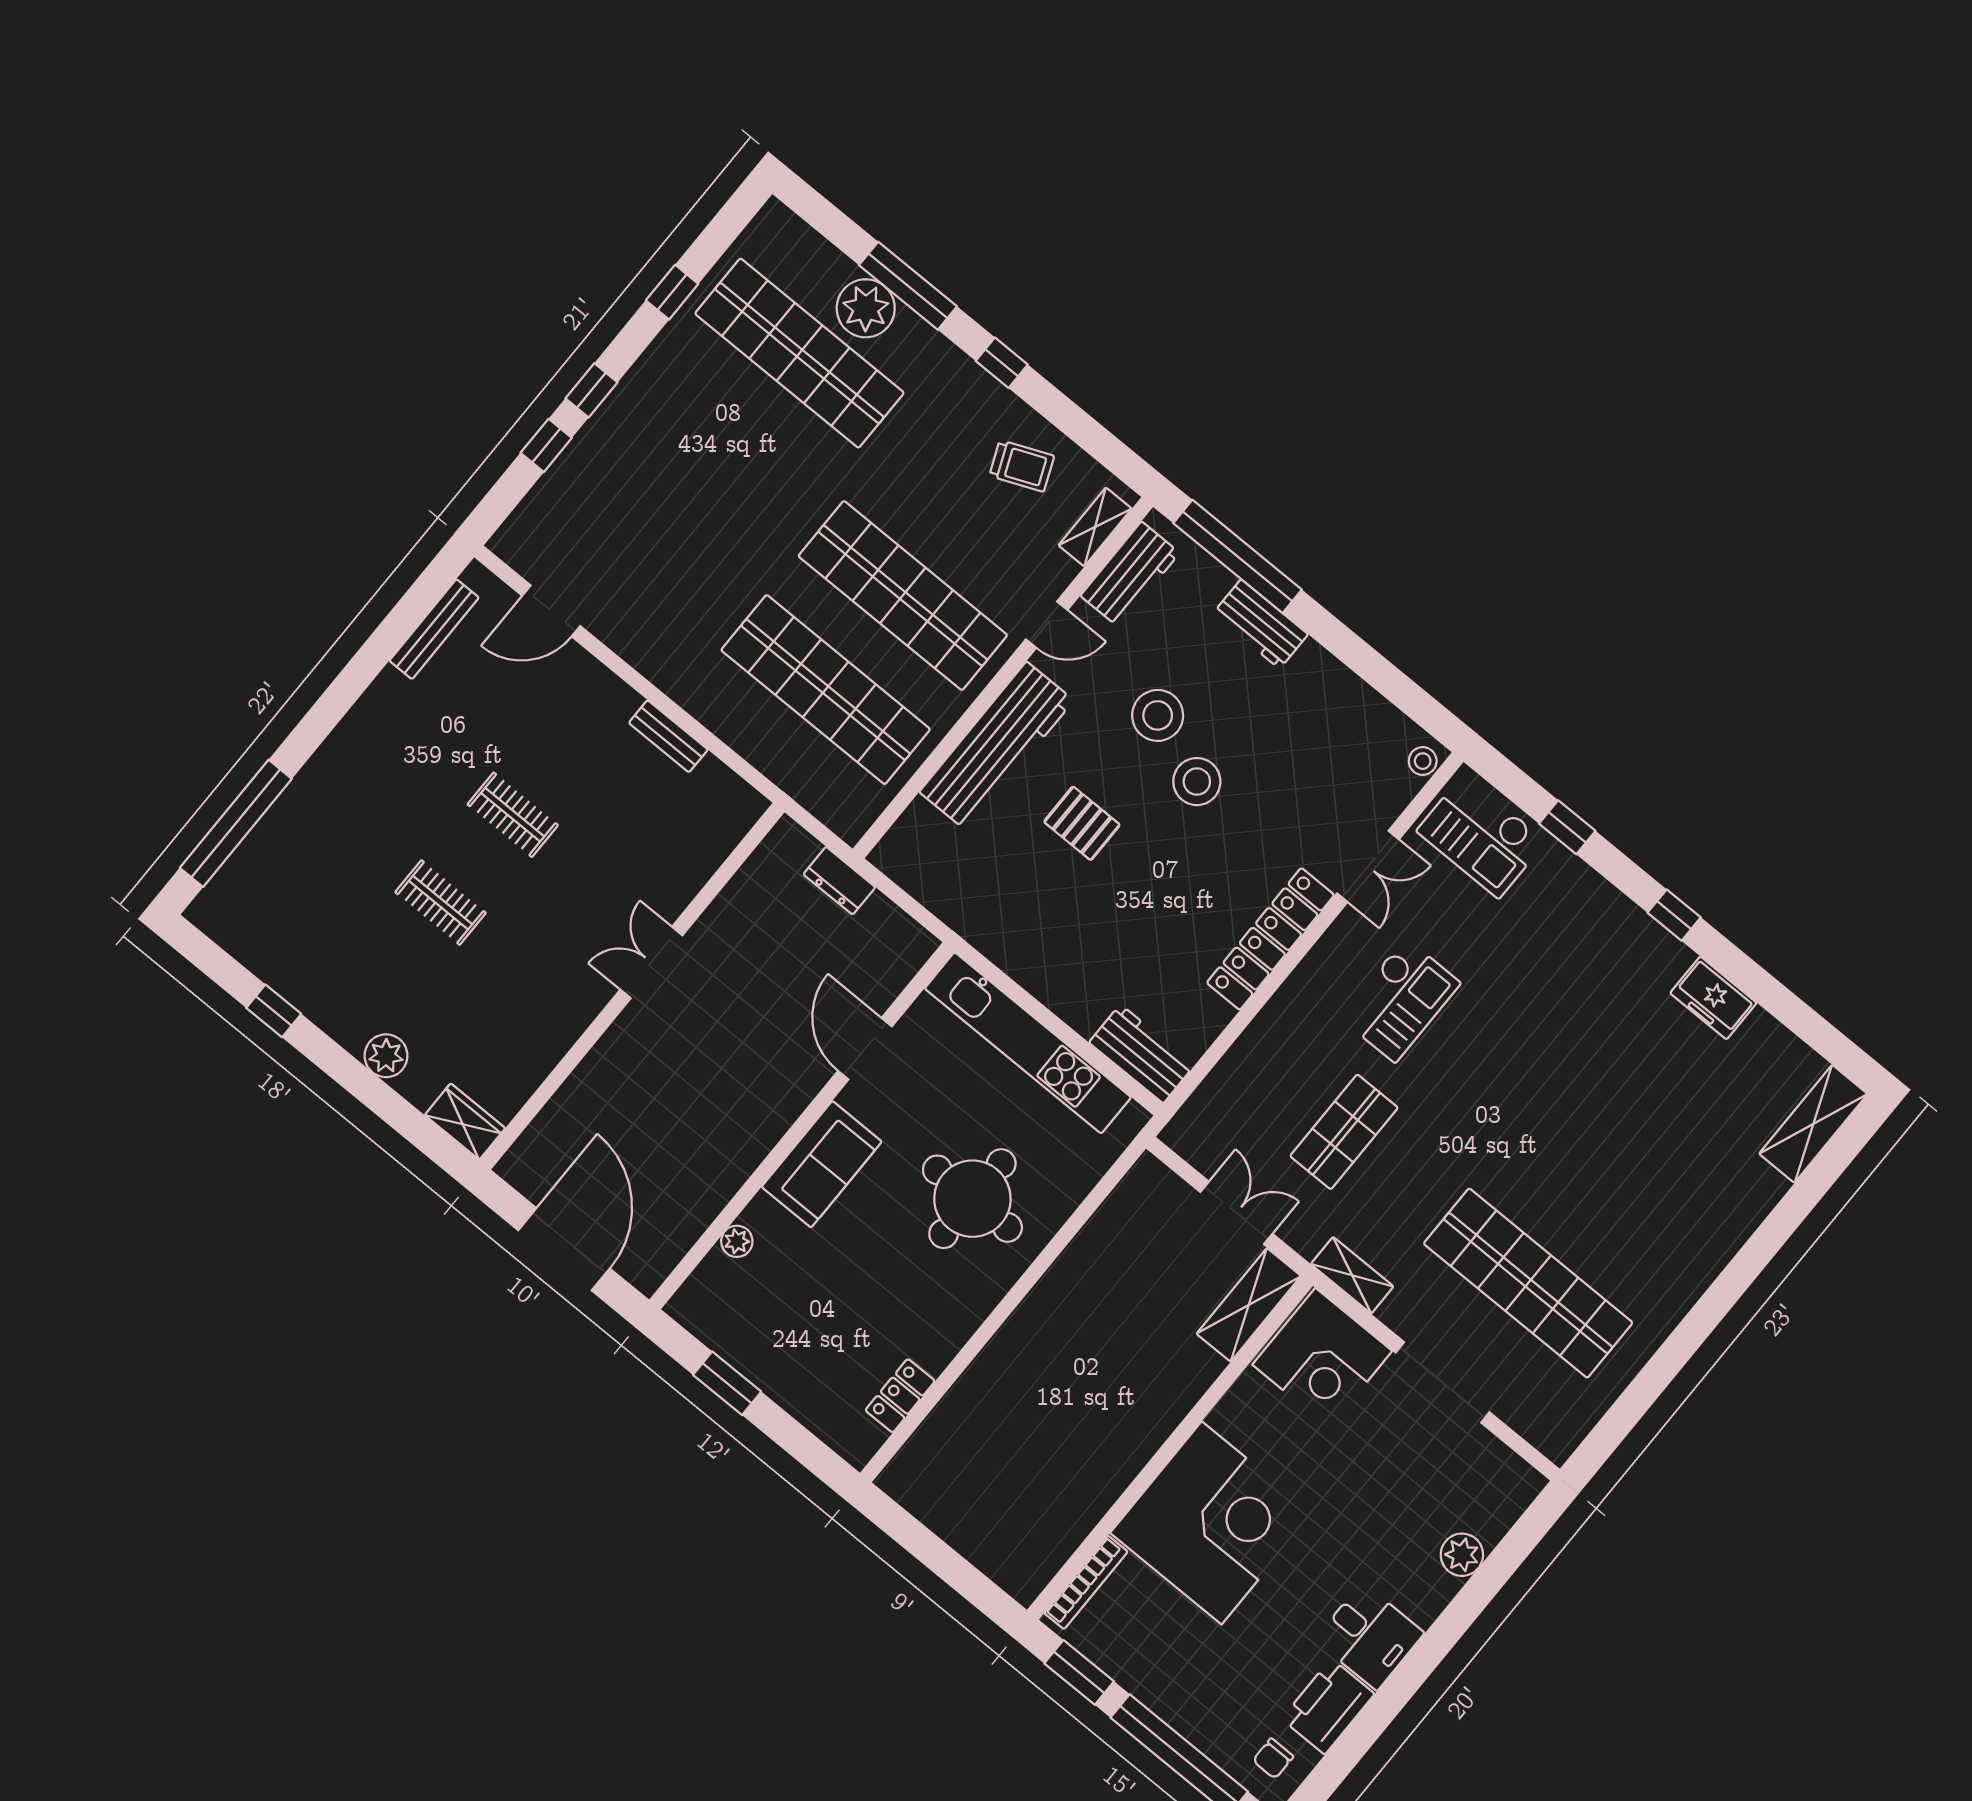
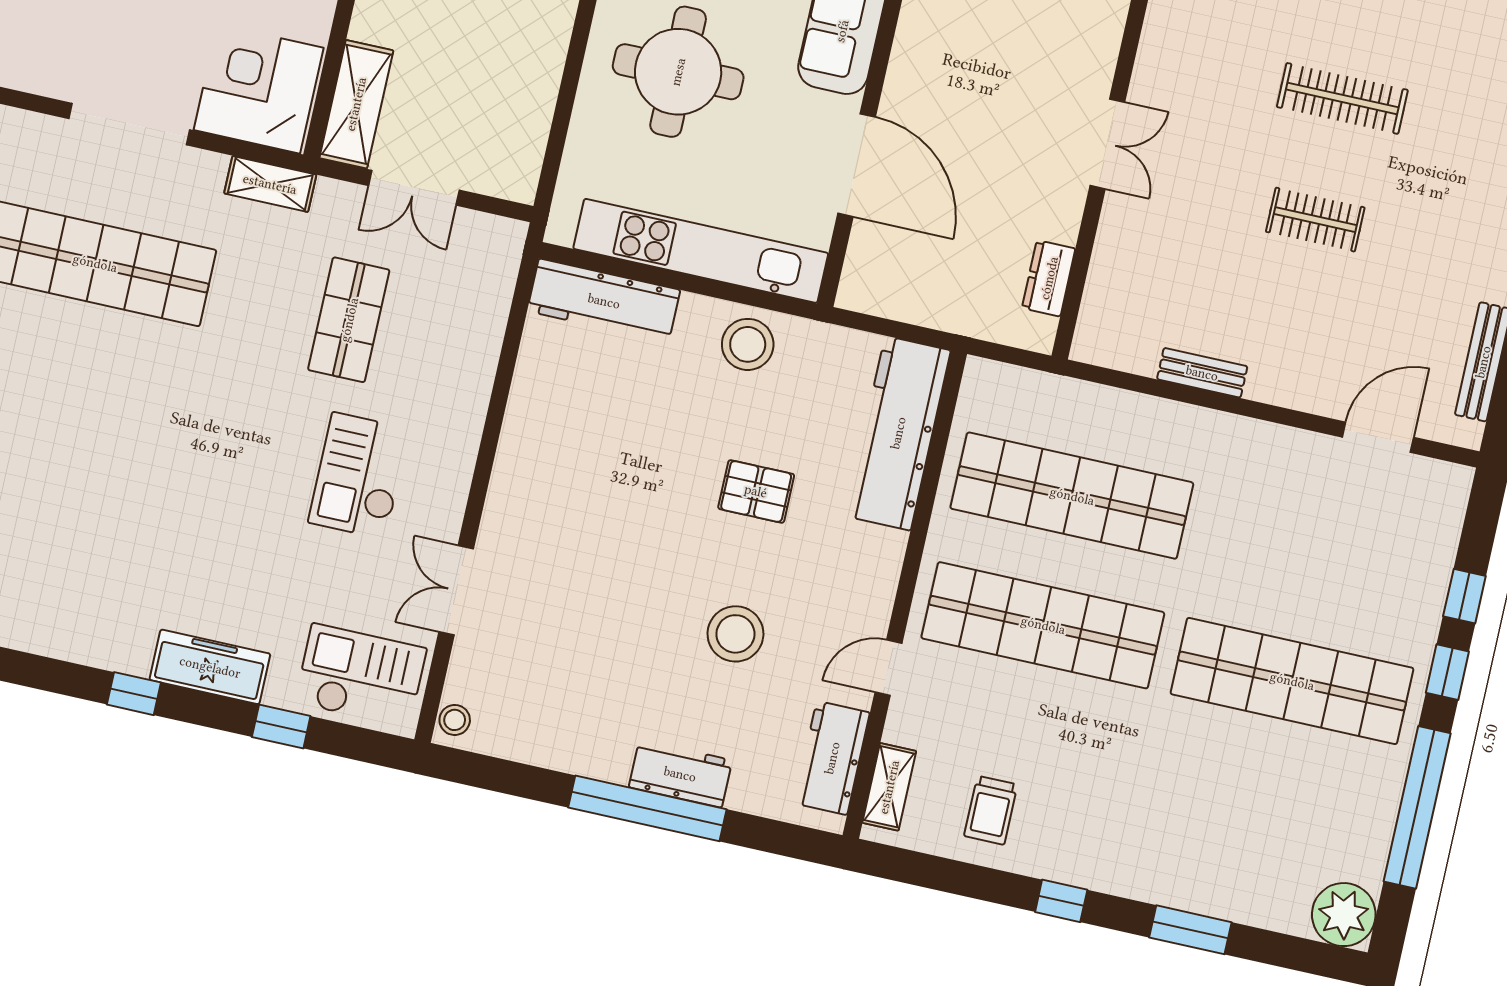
window: (908, 286) -> (1190, 930), width x0.69
window: (672, 292) -> (1417, 807), width x3.17
plant: (866, 308) -> (1344, 915), moved
shop shelf: (799, 353) -> (1292, 681), moved
trolley: (1022, 466) -> (991, 810), turned -67
window: (1237, 556) -> (647, 808), moved
workbench: (997, 746) -> (898, 433), moved
stool: (1197, 782) -> (748, 344), moved
dresser: (839, 881) -> (1049, 278), moved, turned -90
clothes rail: (441, 903) -> (1342, 98), width x1.36
locker: (1271, 939) -> (515, 472), removed
freezer: (1713, 998) -> (210, 667), moved, width x1.40
door: (865, 1049) -> (857, 165), width x1.36
workbench: (1142, 1054) -> (604, 301), width x1.38

